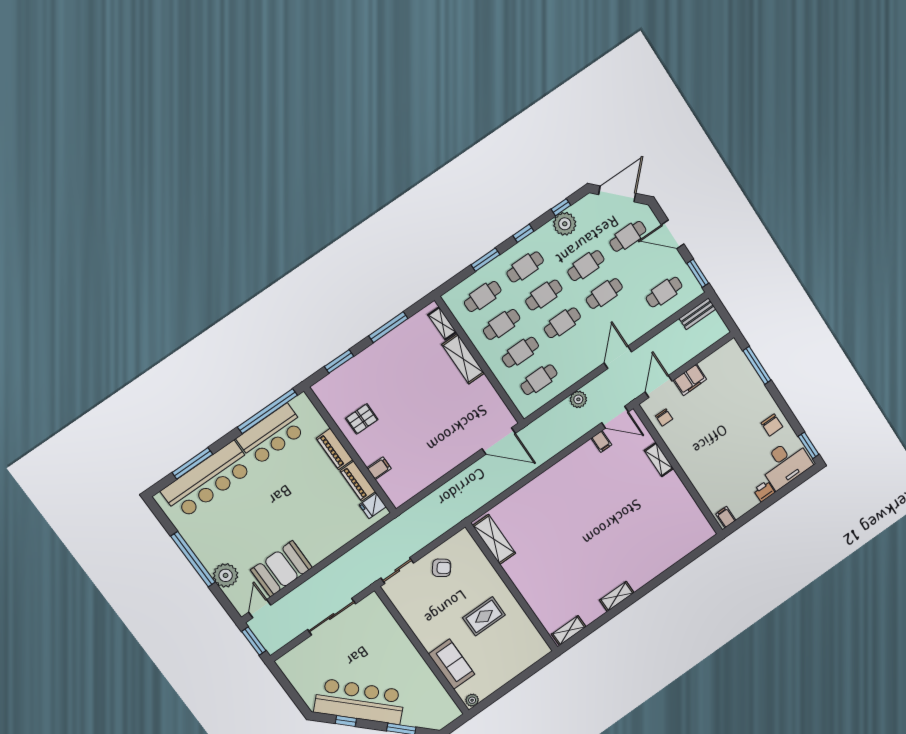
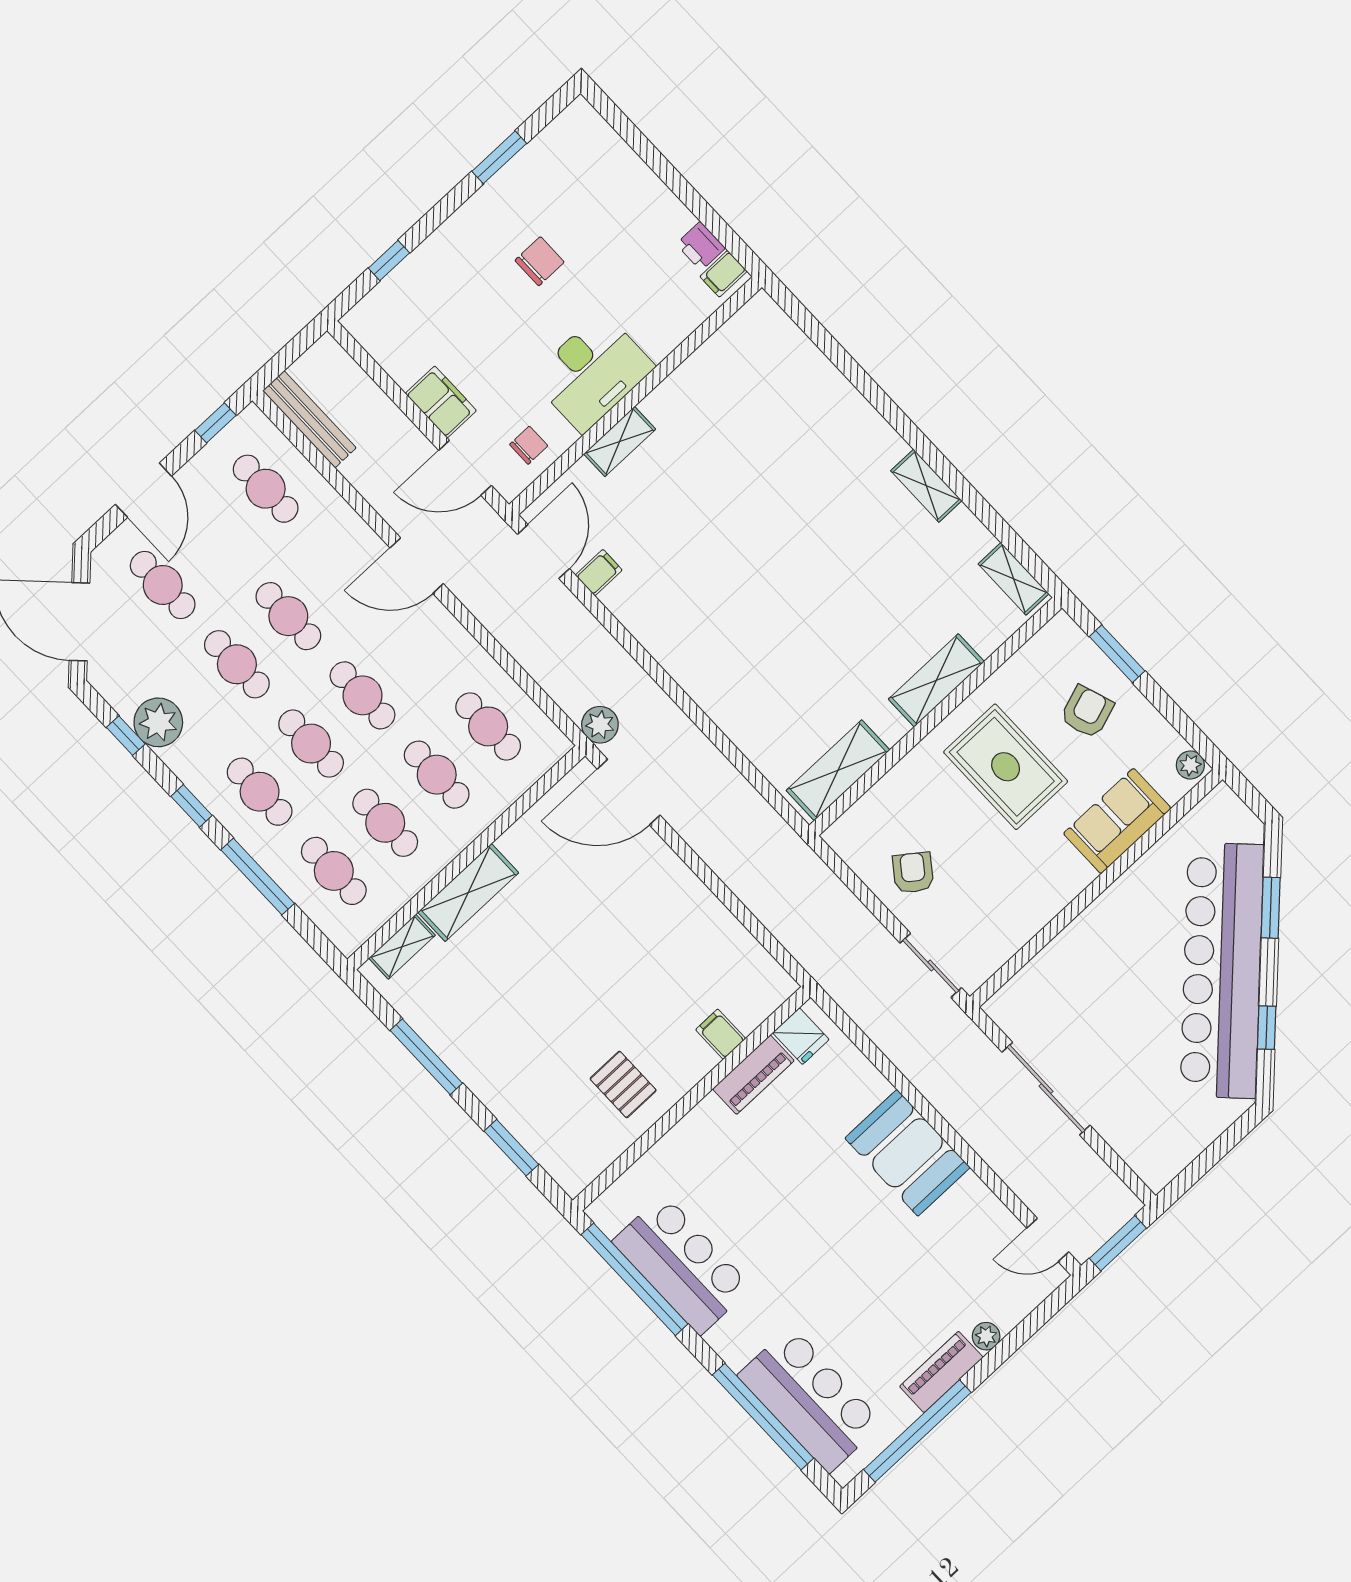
window: (485, 260) -> (258, 877), width x1.44
window: (698, 273) -> (216, 423), width x0.67
bench: (698, 314) -> (309, 419), width x1.36
window: (757, 365) -> (389, 260), width x0.46
plant: (578, 399) -> (600, 725), moved
chair: (772, 425) -> (540, 261), moved
door: (499, 441) -> (629, 792), swing flipped
window: (809, 445) -> (499, 157), moved
piano: (335, 449) -> (941, 1372), moved, turned 180
window: (192, 463) -> (763, 1417), width x1.46
desk: (785, 463) -> (592, 372), moved, turned 90
bar counter: (208, 480) -> (810, 1399), width x0.73
printer: (764, 491) -> (701, 246), moved
window: (193, 559) -> (917, 1431), moved
booth: (281, 569) -> (908, 1153), moved
plant: (226, 575) -> (986, 1336), width x0.53, depth x0.53
shelving: (528, 590) -> (936, 680), added
rug: (484, 616) -> (1006, 767), width x1.36, depth x1.43
armchair: (503, 656) -> (1087, 712), added
window: (528, 673) -> (1117, 654), added
bar counter: (360, 701) -> (1222, 970), width x1.36

